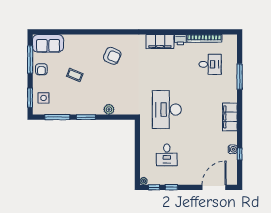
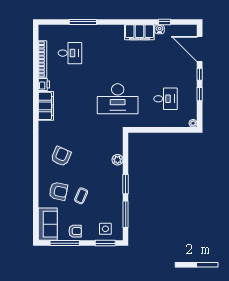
armchair: (79, 53) -> (58, 191), added
desk: (210, 64) -> (70, 53), turned 90
filing cabinet: (230, 117) -> (139, 32), moved
window: (154, 187) -> (200, 74), moved

